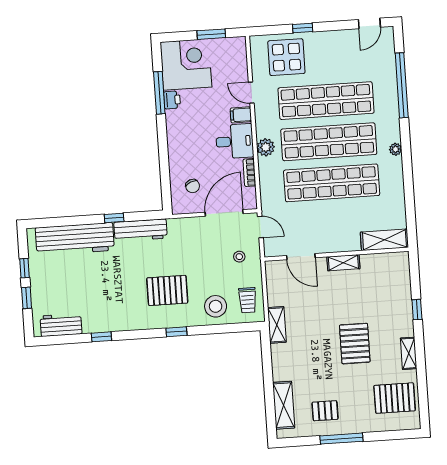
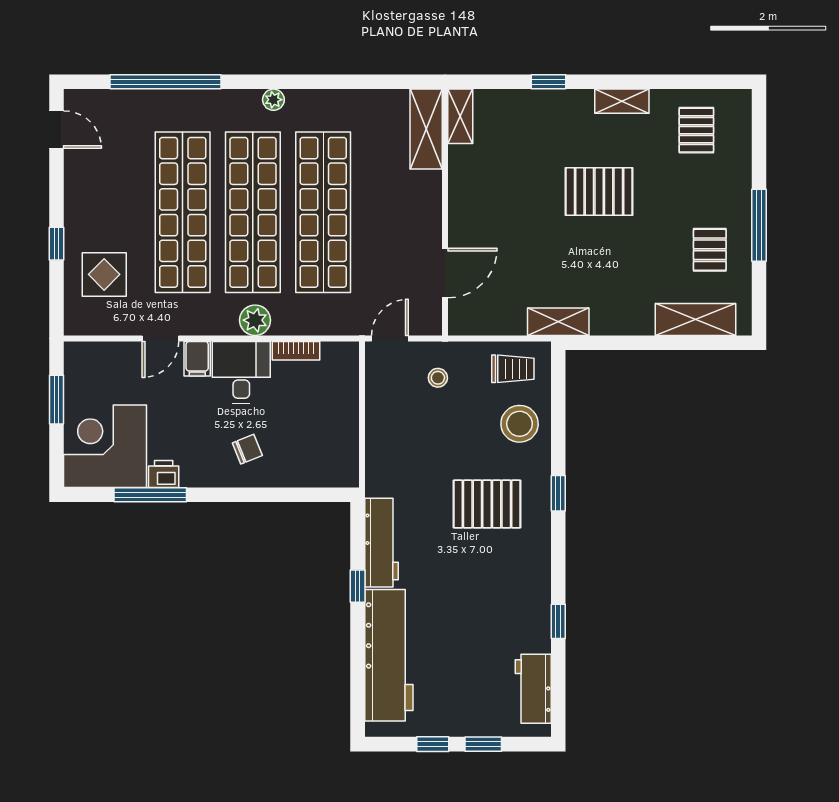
display table: (286, 57) -> (104, 274), width x0.73, depth x0.73
chair: (193, 186) -> (247, 449), moved
door: (224, 213) -> (362, 399), removed
shelving: (343, 263) -> (460, 116), moved
pallet: (167, 290) -> (487, 504), turned 90
pallet: (395, 398) -> (696, 130), width x0.67, depth x0.71

